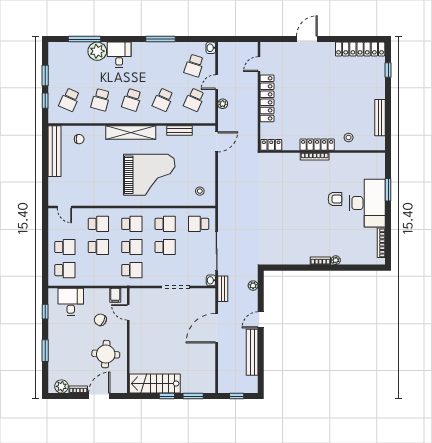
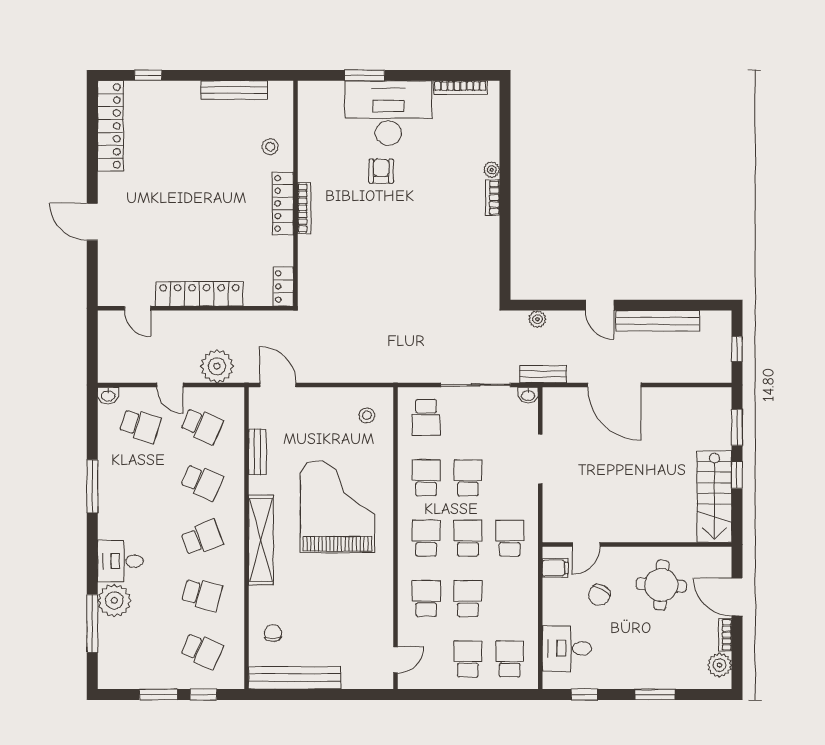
school desk: (132, 100) -> (202, 538), turned -39
plant: (223, 104) -> (217, 366), width x1.88, depth x1.88

